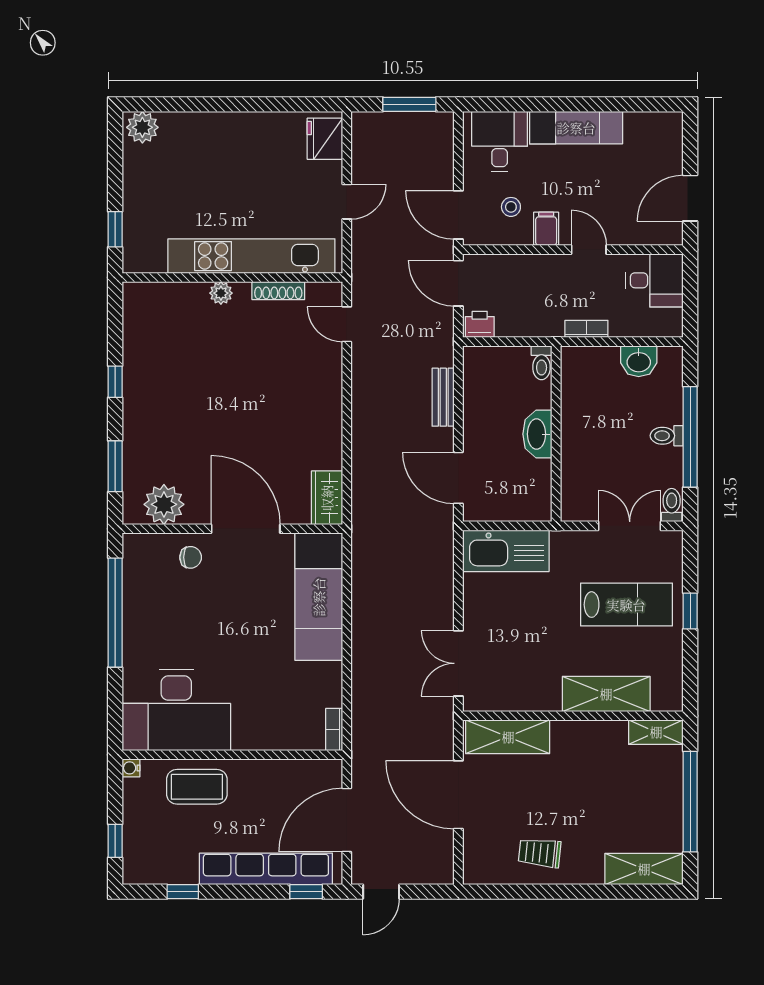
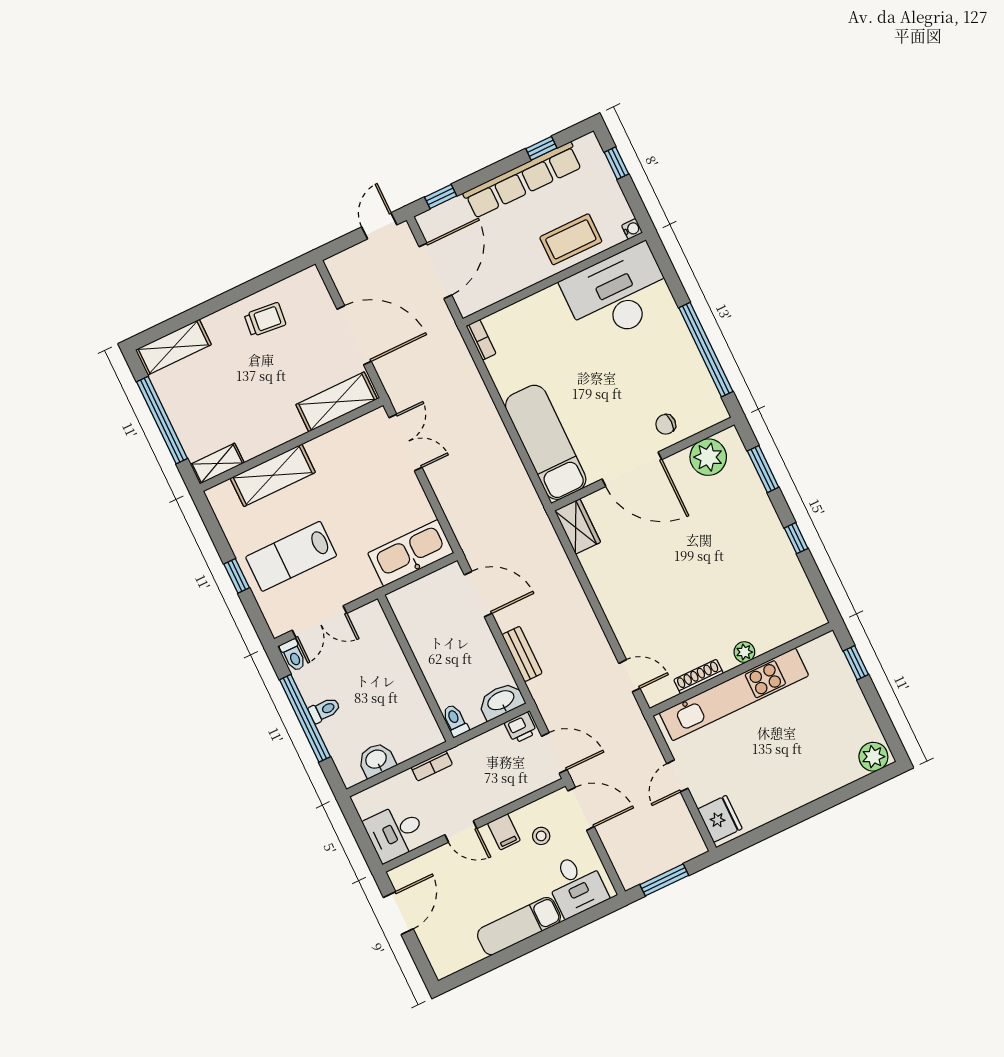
washbasin: (537, 434) -> (501, 701), moved, turned -90
row of seats: (266, 869) -> (523, 180), moved

